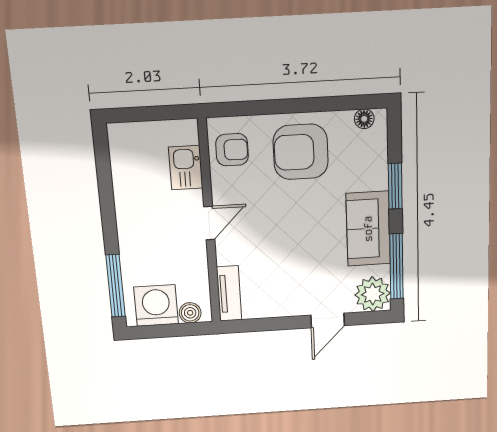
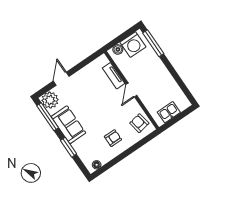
armchair: (232, 150) -> (139, 123), turned 80
armchair: (301, 152) -> (113, 138), width x0.53, depth x0.53
kitchen sink: (186, 168) -> (169, 112), moved, turned -90
tv unit: (229, 294) -> (114, 76), moved

